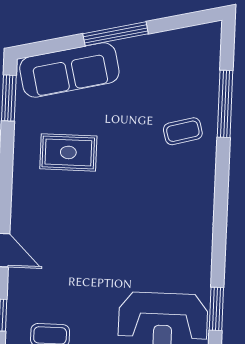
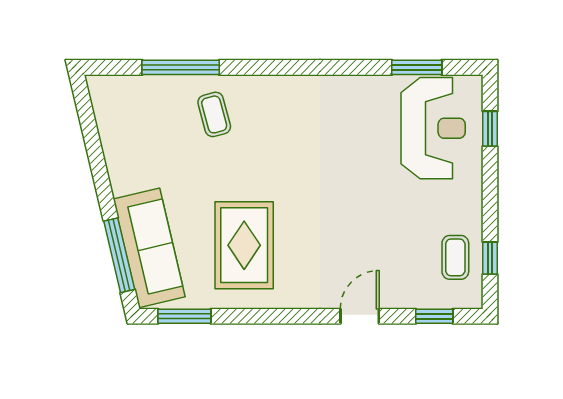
window: (116, 34) -> (119, 255), moved
rug: (68, 152) -> (244, 245), width x1.36, depth x1.43

